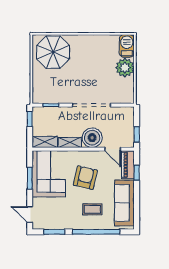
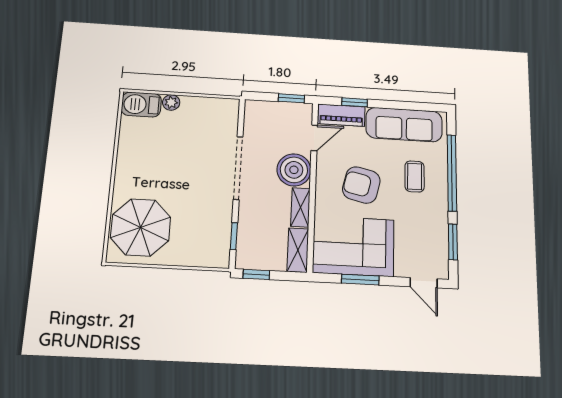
plant: (125, 68) -> (171, 102), width x0.53, depth x0.53
door: (30, 215) -> (424, 283), hinge flipped

